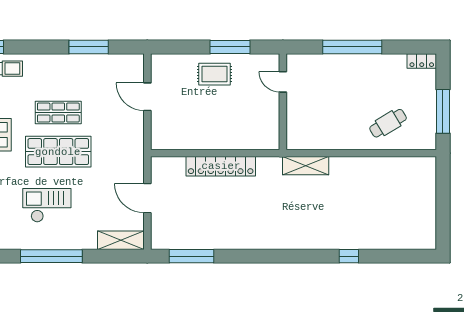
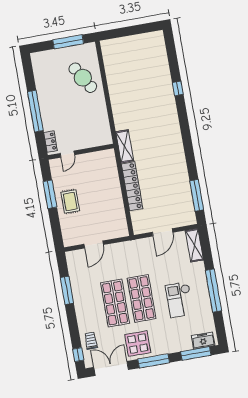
locker: (422, 61) -> (50, 142), moved
shop shelf: (58, 113) -> (115, 303), width x1.43, depth x1.36
cafe table: (388, 123) -> (83, 78), width x1.37, depth x1.35
shelving: (306, 166) -> (125, 146), moved

